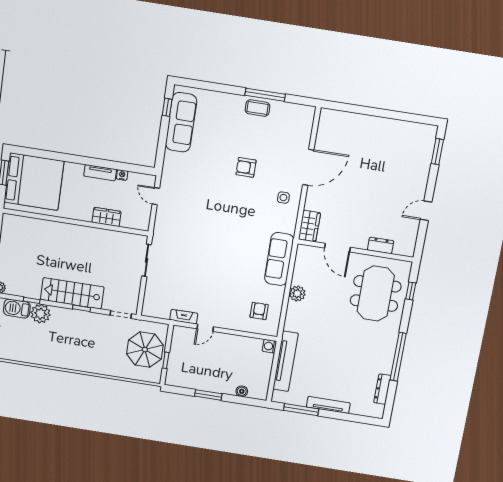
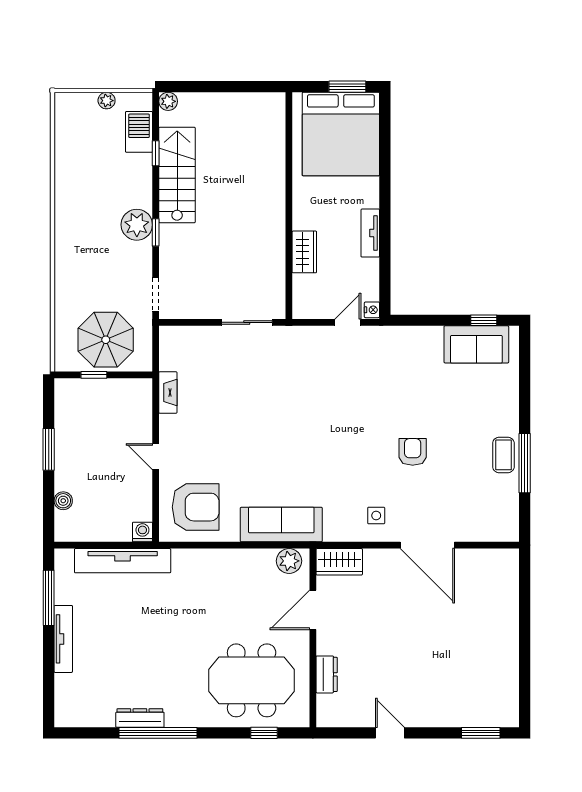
sofa: (181, 122) -> (476, 344), width x0.73
nightstand: (122, 175) -> (372, 310), moved
stairs: (72, 293) -> (177, 175), moved
plant: (297, 294) -> (289, 561), moved
armchair: (259, 311) -> (196, 507), width x1.88, depth x1.88
plant: (41, 314) -> (137, 225), moved
door: (205, 328) -> (156, 457), moved
dresser: (382, 389) -> (140, 718), moved

